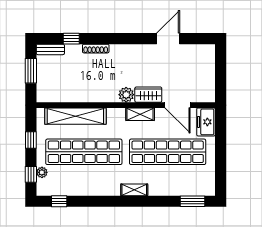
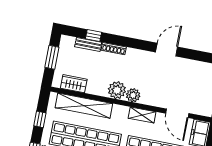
door: (168, 39) -> (167, 50), moved
bench: (50, 49) -> (88, 44), moved
plant: (108, 93) -> (117, 90), added
wardrobe: (148, 95) -> (74, 84), moved

